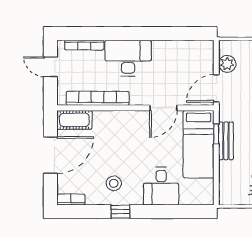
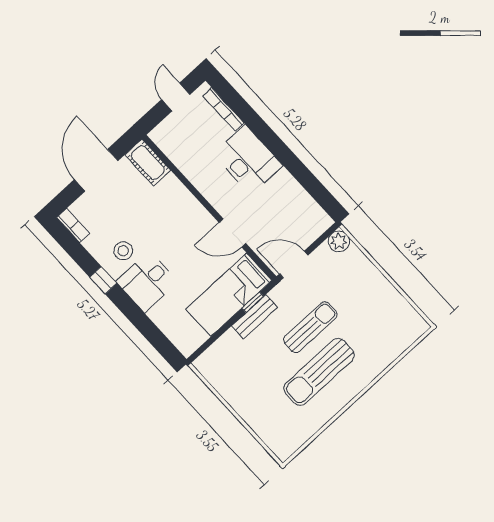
plant: (227, 64) -> (339, 241), moved
bookcase: (98, 98) -> (187, 166), removed
door: (50, 155) -> (96, 170), swing flipped
desk: (161, 186) -> (147, 282), moved

